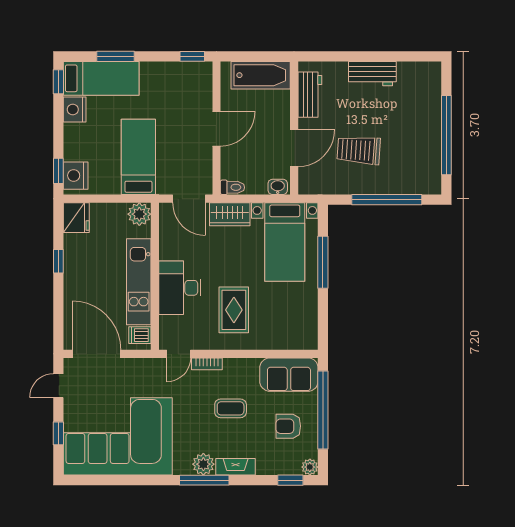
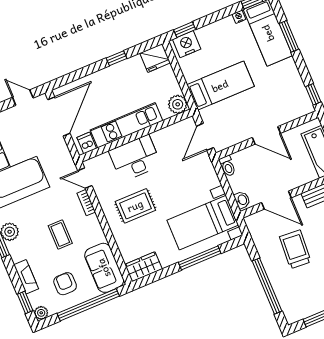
nightstand: (75, 110) -> (239, 17), width x0.53, depth x0.56
wardrobe: (230, 214) -> (143, 267), moved, turned 90
fireplace: (236, 467) -> (26, 277), moved

